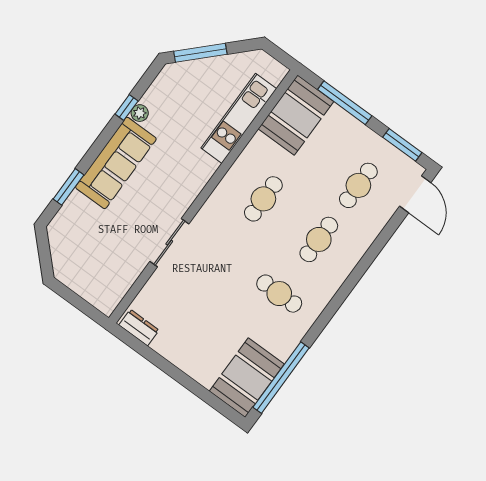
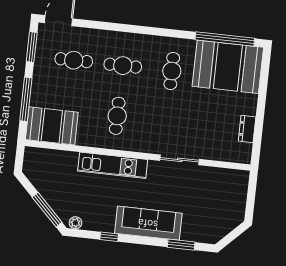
plant: (140, 113) -> (76, 223), moved
kitchen unit: (239, 118) -> (113, 165), moved
cafe table: (263, 199) -> (117, 116), turned 90
dresser: (139, 328) -> (247, 129), moved
booth: (247, 378) -> (228, 67), width x1.36, depth x1.42

